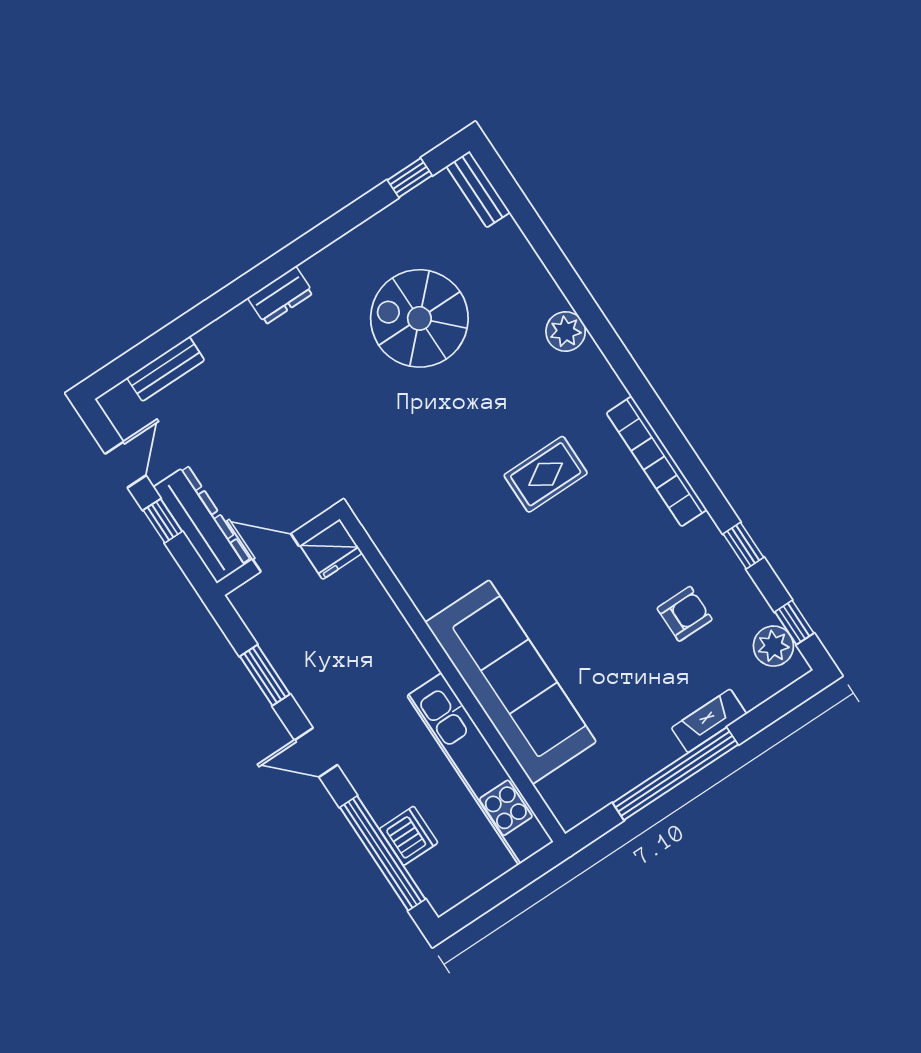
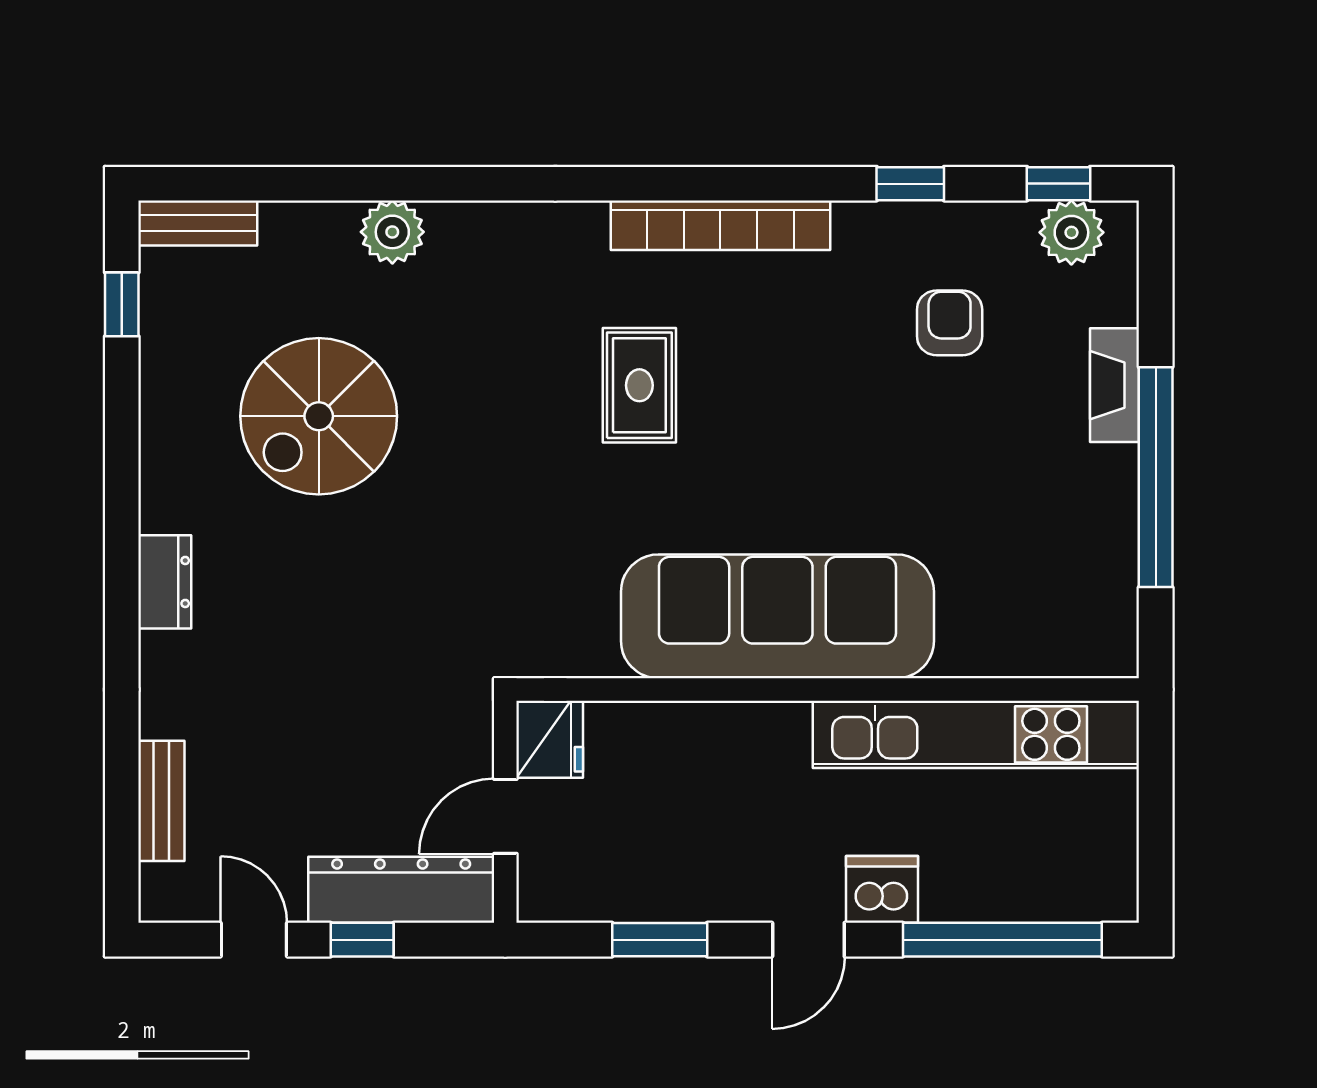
plant: (566, 331) -> (392, 232), moved
sofa: (511, 682) -> (777, 616), moved
dishwasher: (409, 836) -> (882, 889), moved

